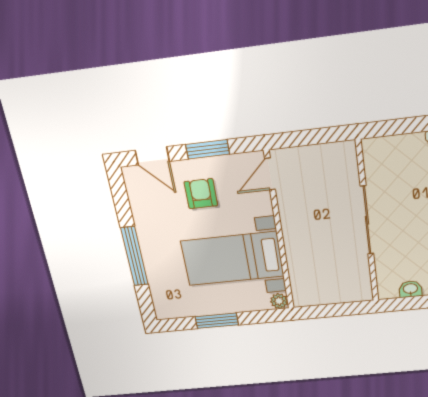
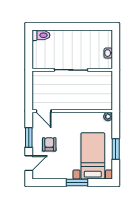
armchair: (201, 194) -> (49, 144), turned 90
window: (135, 256) -> (77, 182), width x0.69
bed with nightstands: (232, 259) -> (93, 156), moved, turned 180

